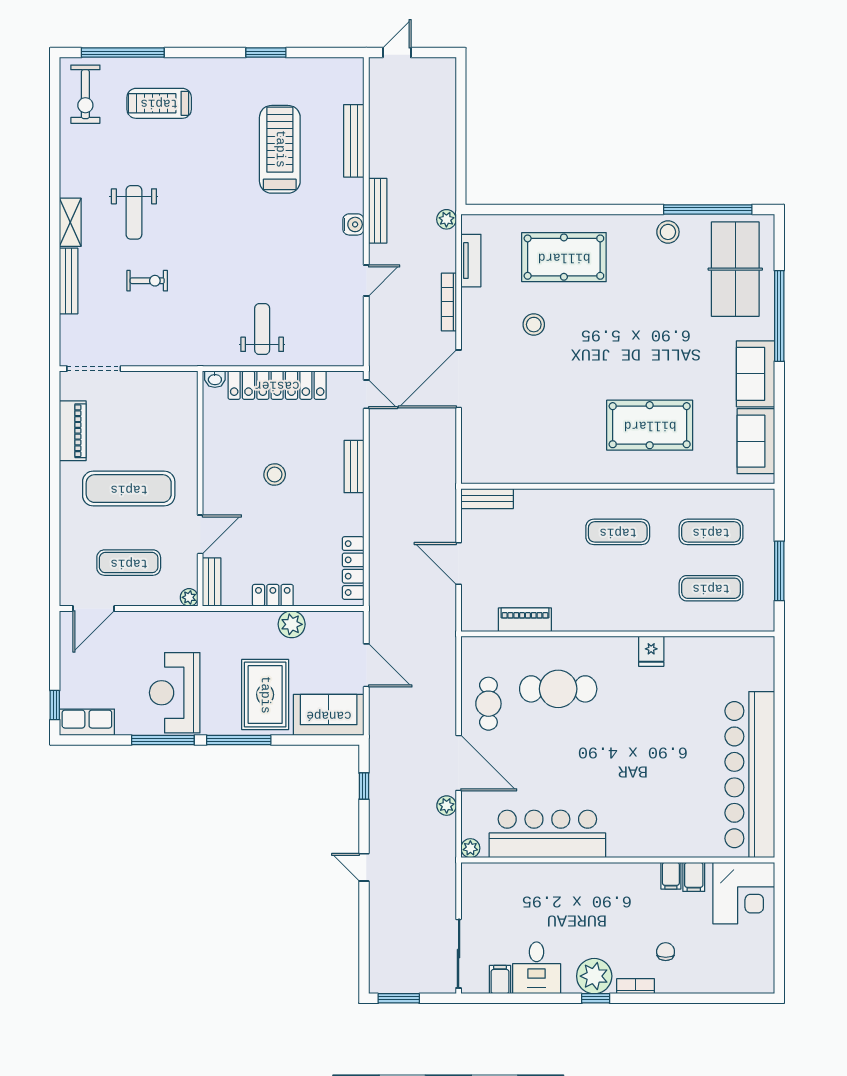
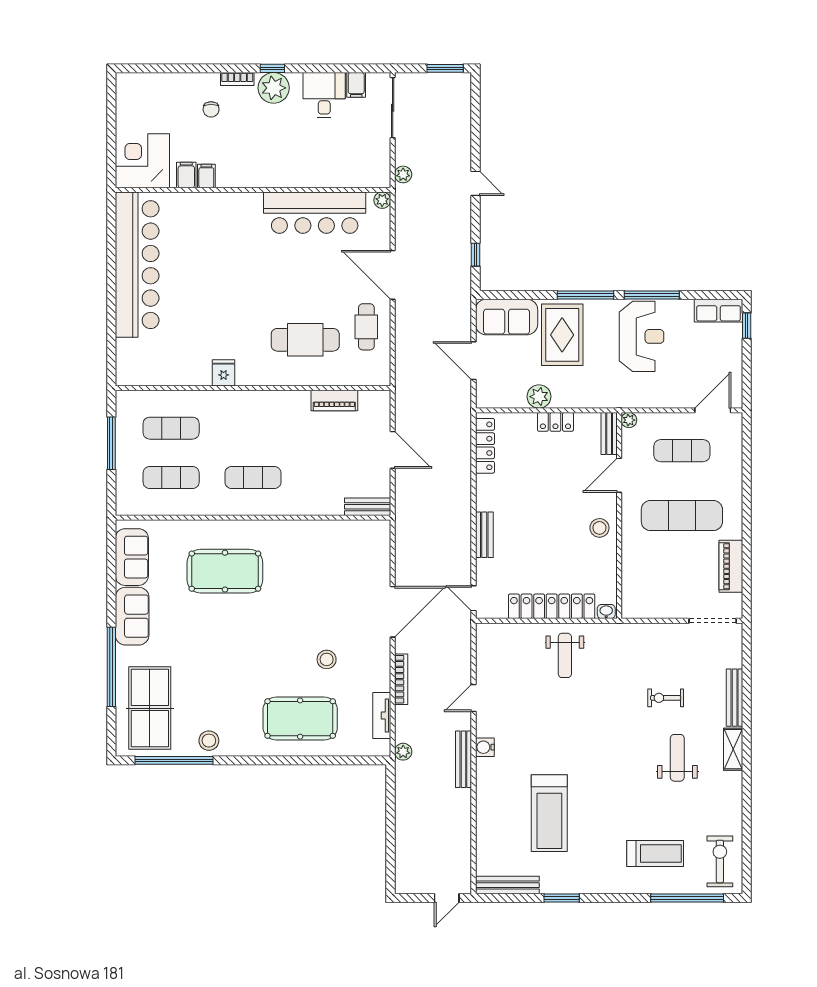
bench: (354, 141) -> (507, 885), moved, turned 90
stool: (275, 475) -> (599, 528), moved
plant: (447, 806) -> (403, 174), moved

